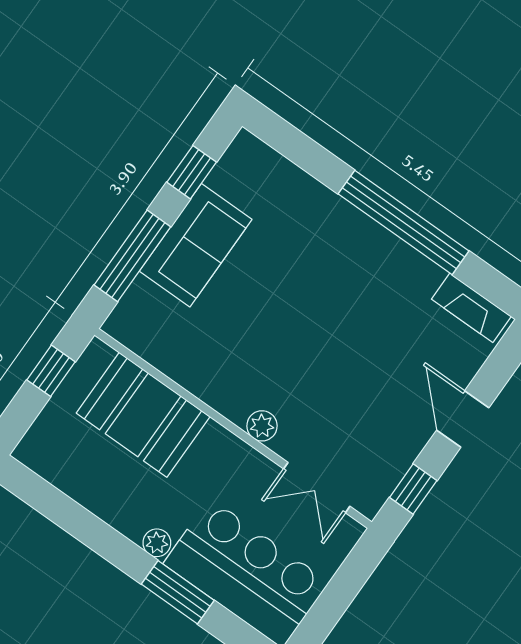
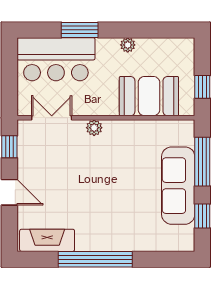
sofa: (196, 245) -> (178, 186), width x1.36
fireplace: (471, 308) -> (47, 240), width x1.37, depth x1.32
plant: (157, 543) -> (128, 45), moved

